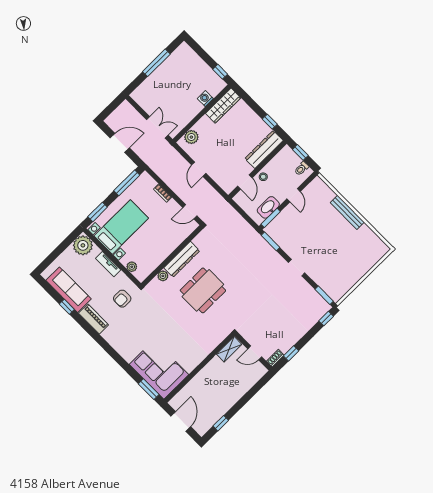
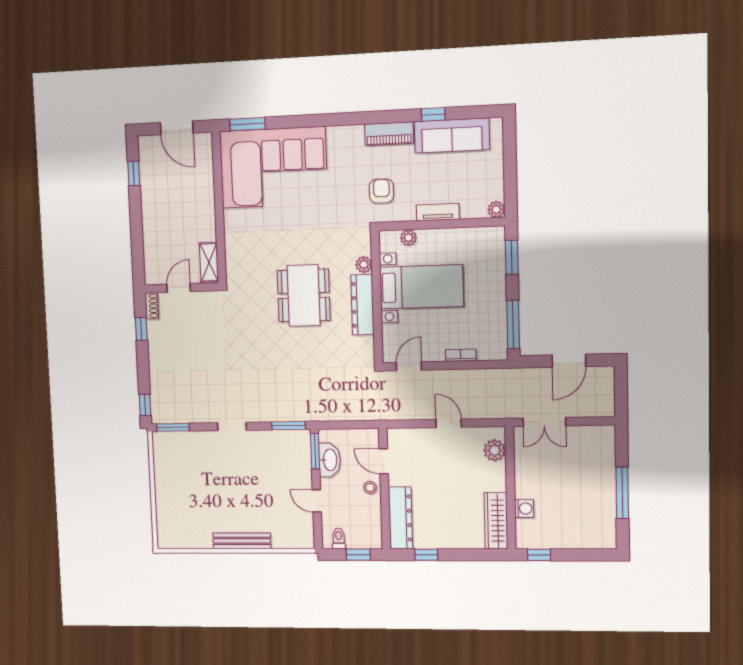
bed with nightstands: (121, 227) -> (422, 287), moved, turned -90
plant: (83, 245) -> (496, 209), width x0.53, depth x0.53
corner sofa: (159, 369) -> (274, 167), width x1.36, depth x1.36

